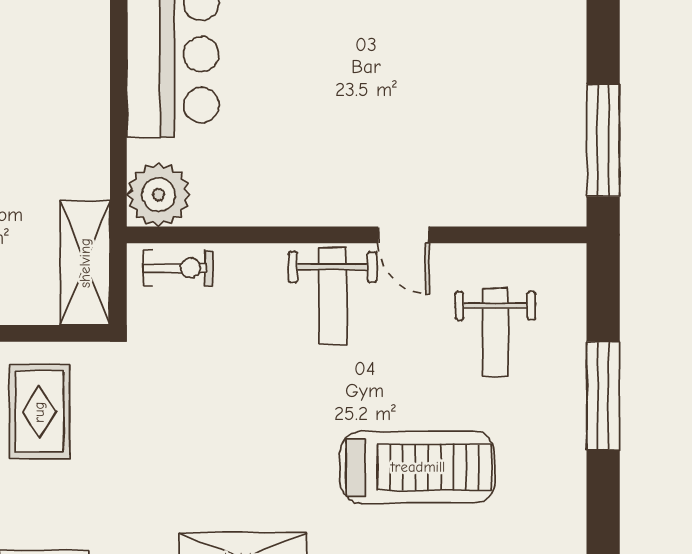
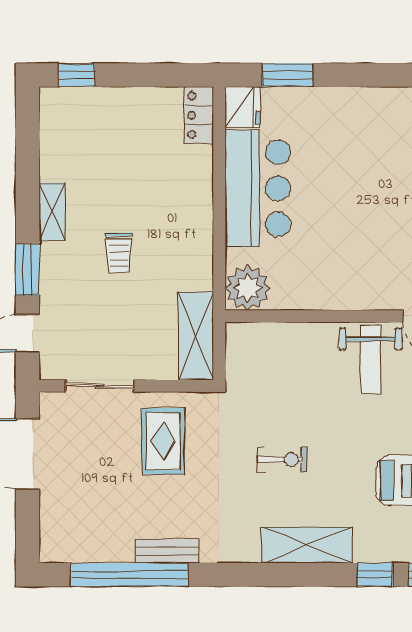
exercise bike: (178, 268) -> (282, 460), moved

